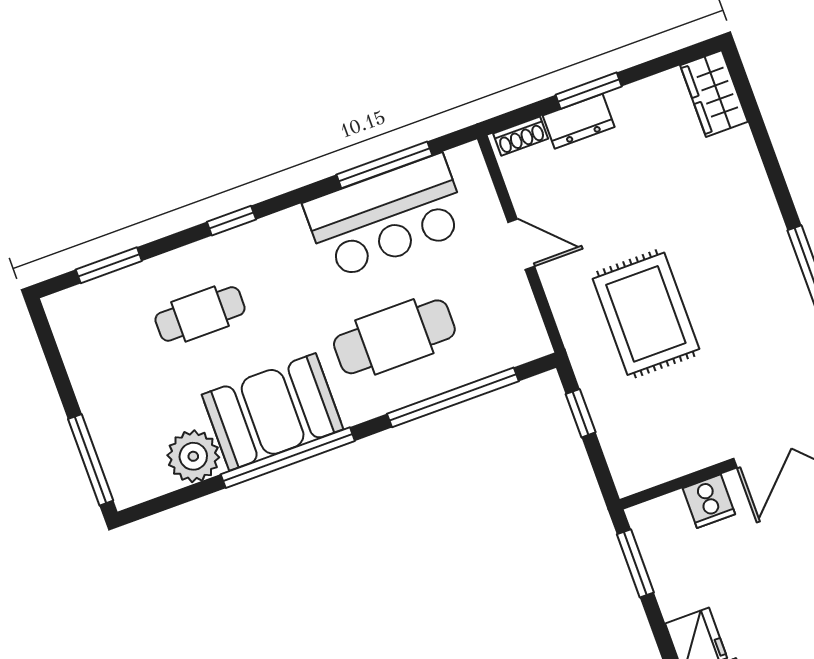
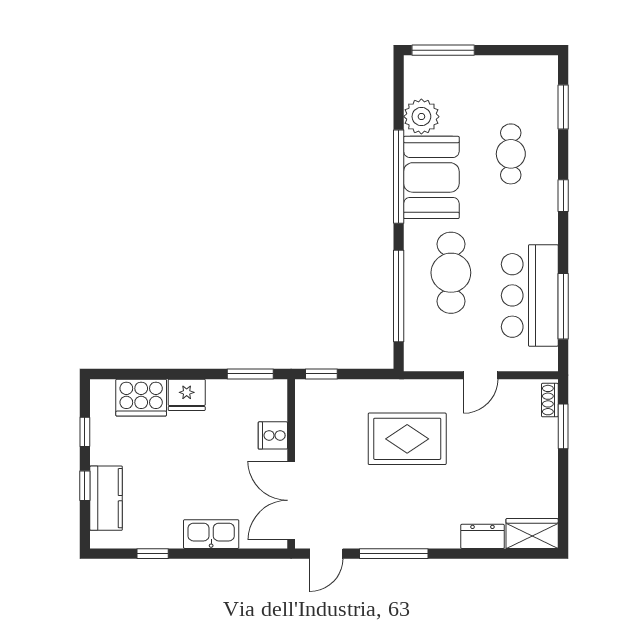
window: (589, 91) -> (563, 426), moved
dresser: (579, 121) -> (482, 536), moved, turned 90
window: (581, 413) -> (321, 374), moved

